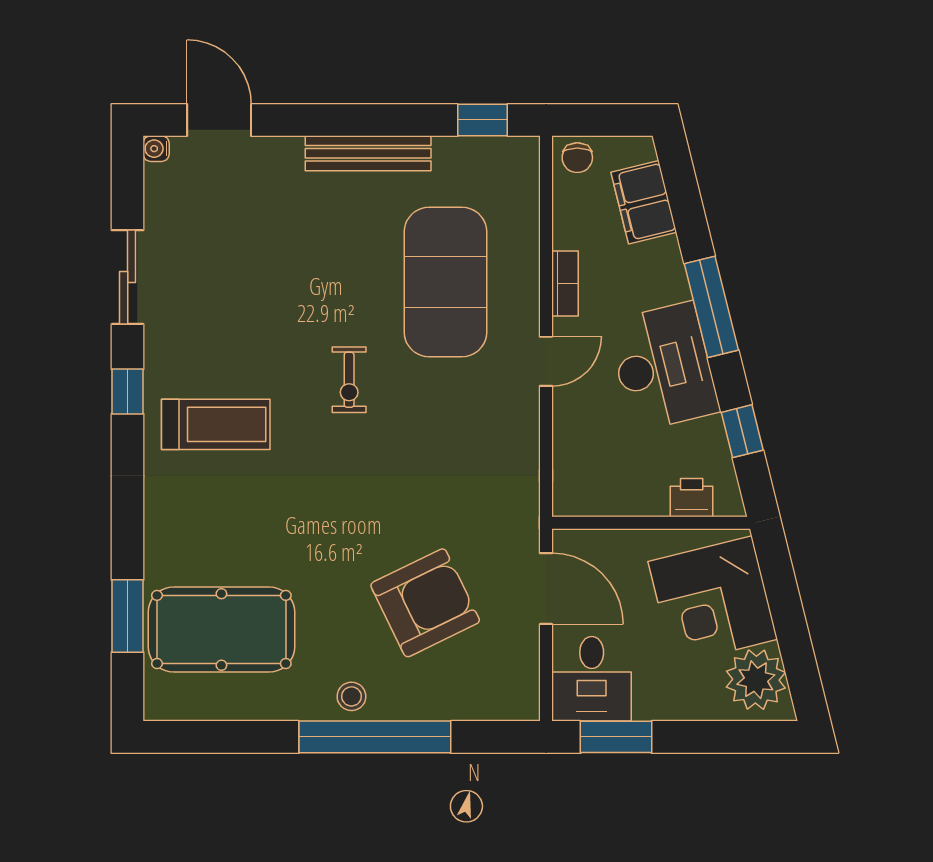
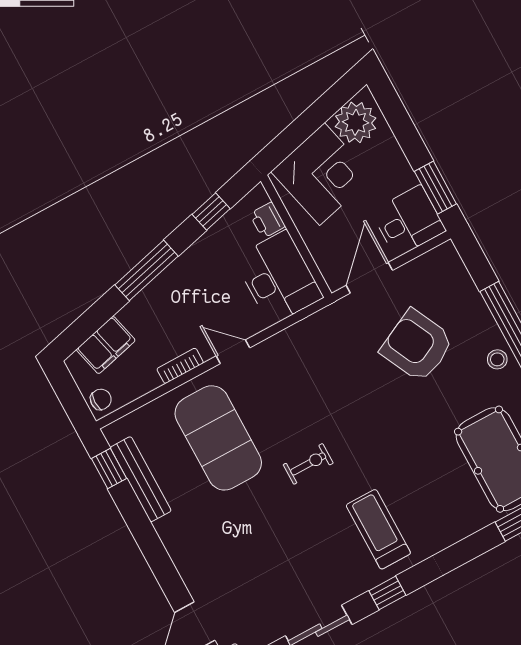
bench: (368, 153) -> (141, 479), moved
exercise mat: (445, 282) -> (218, 438), turned 90
desk: (663, 367) -> (278, 278), moved, turned 104

